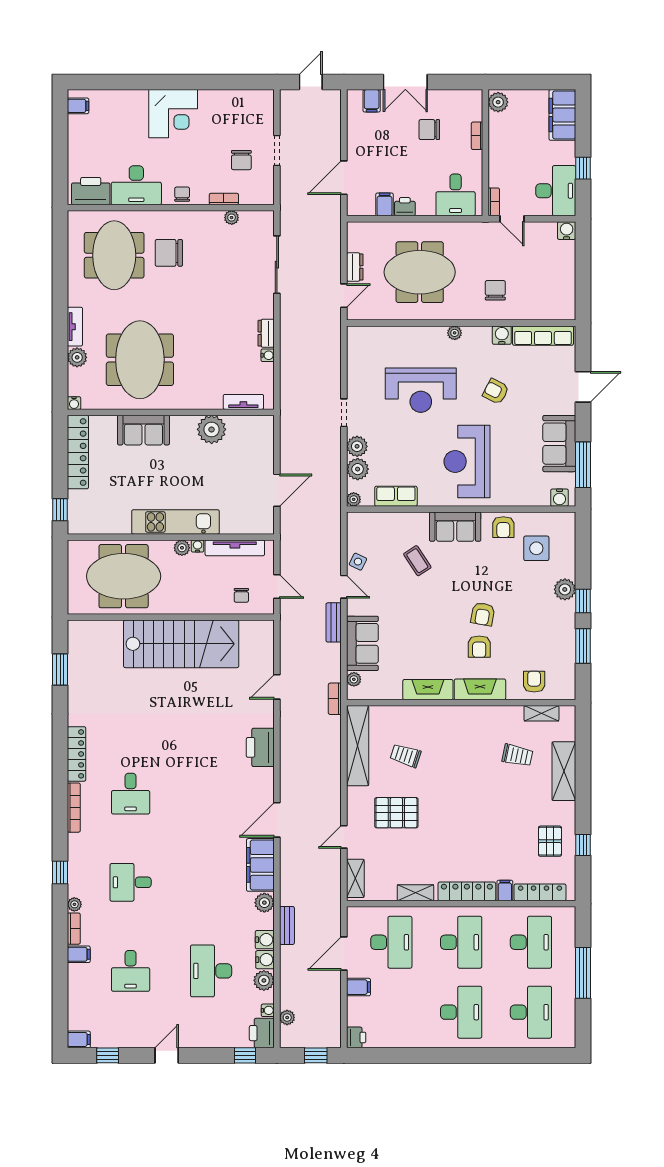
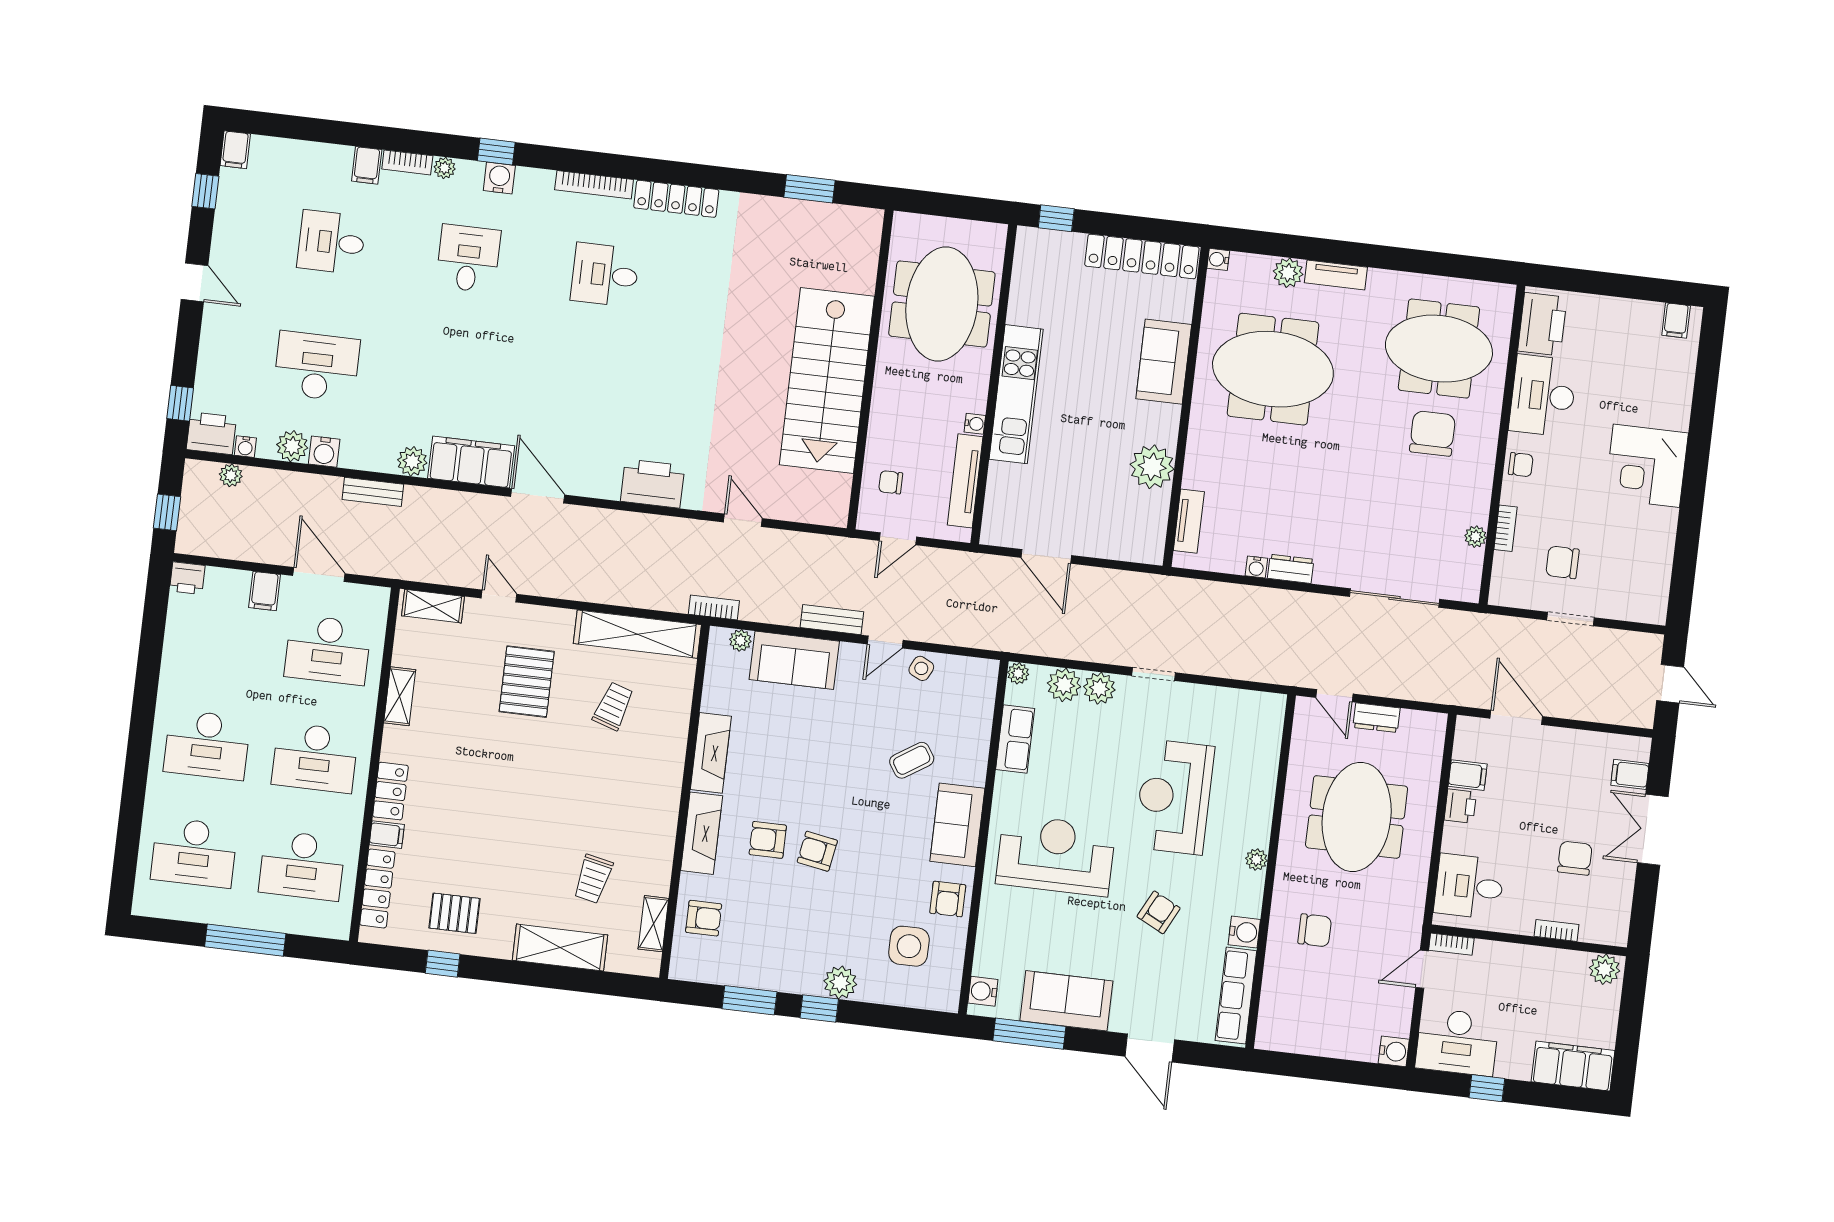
armchair: (503, 527) -> (948, 899), turned -90
plant: (182, 548) -> (975, 399), removed
locker: (467, 891) -> (390, 791), width x0.66
water cooler: (265, 940) -> (499, 178), moved, turned 180

